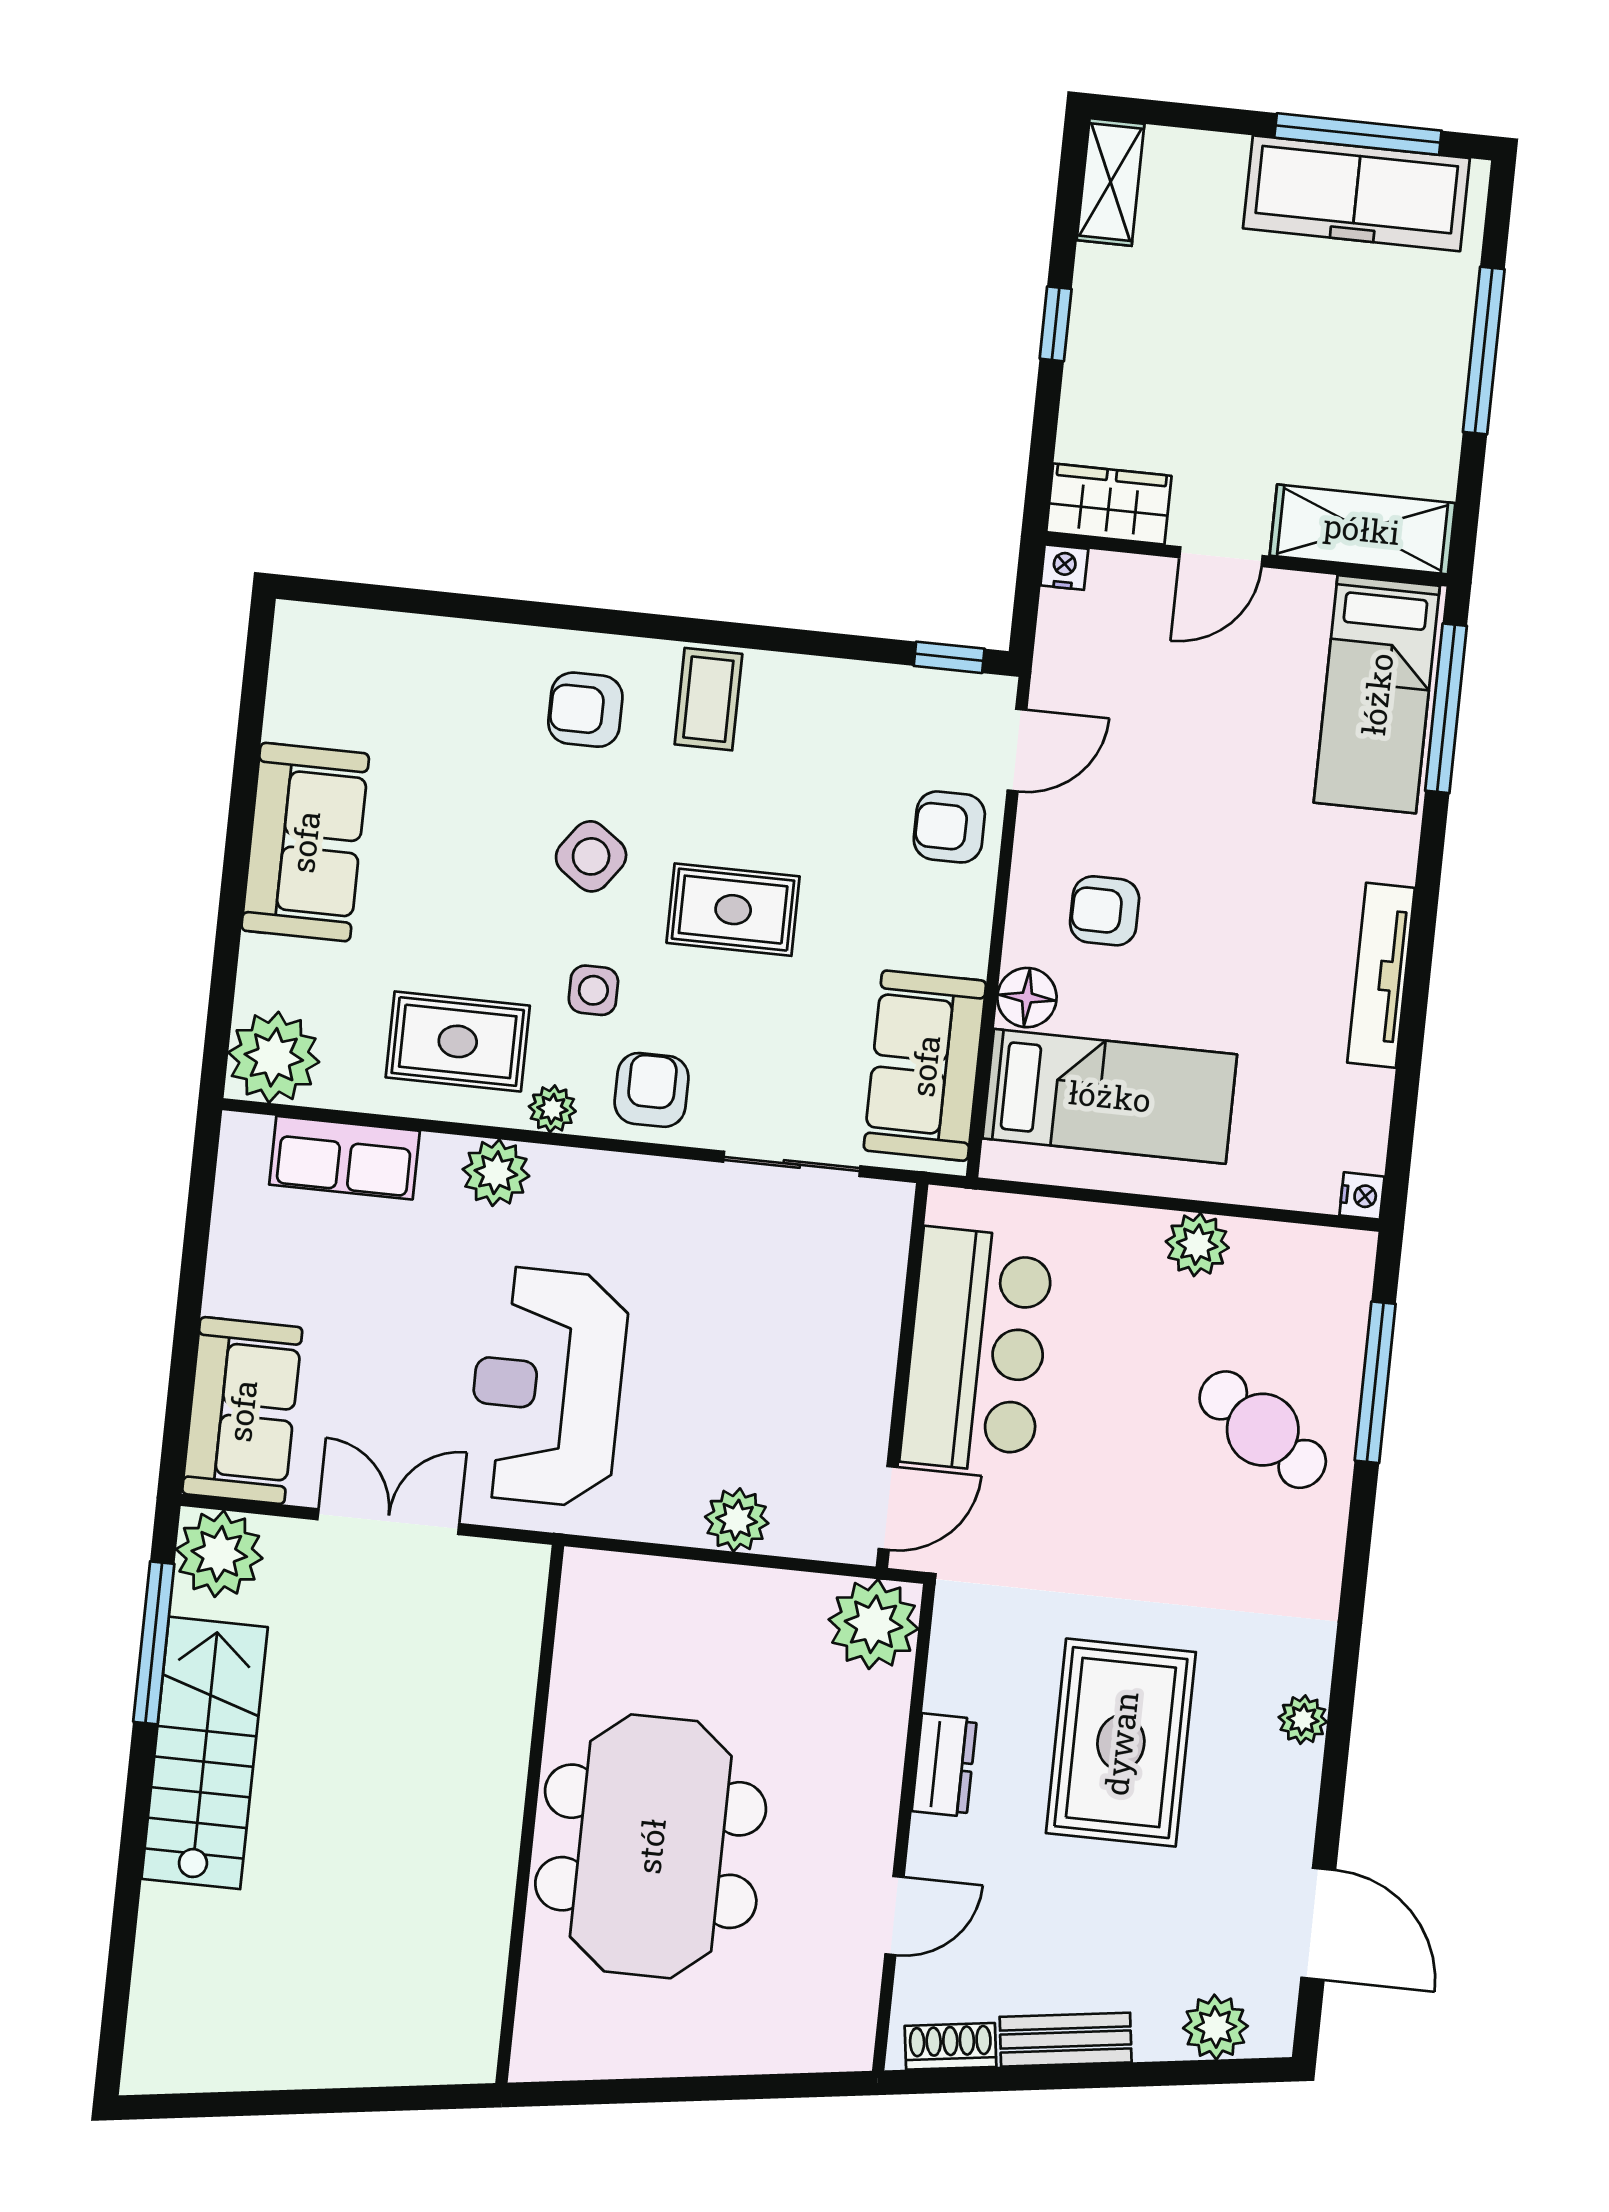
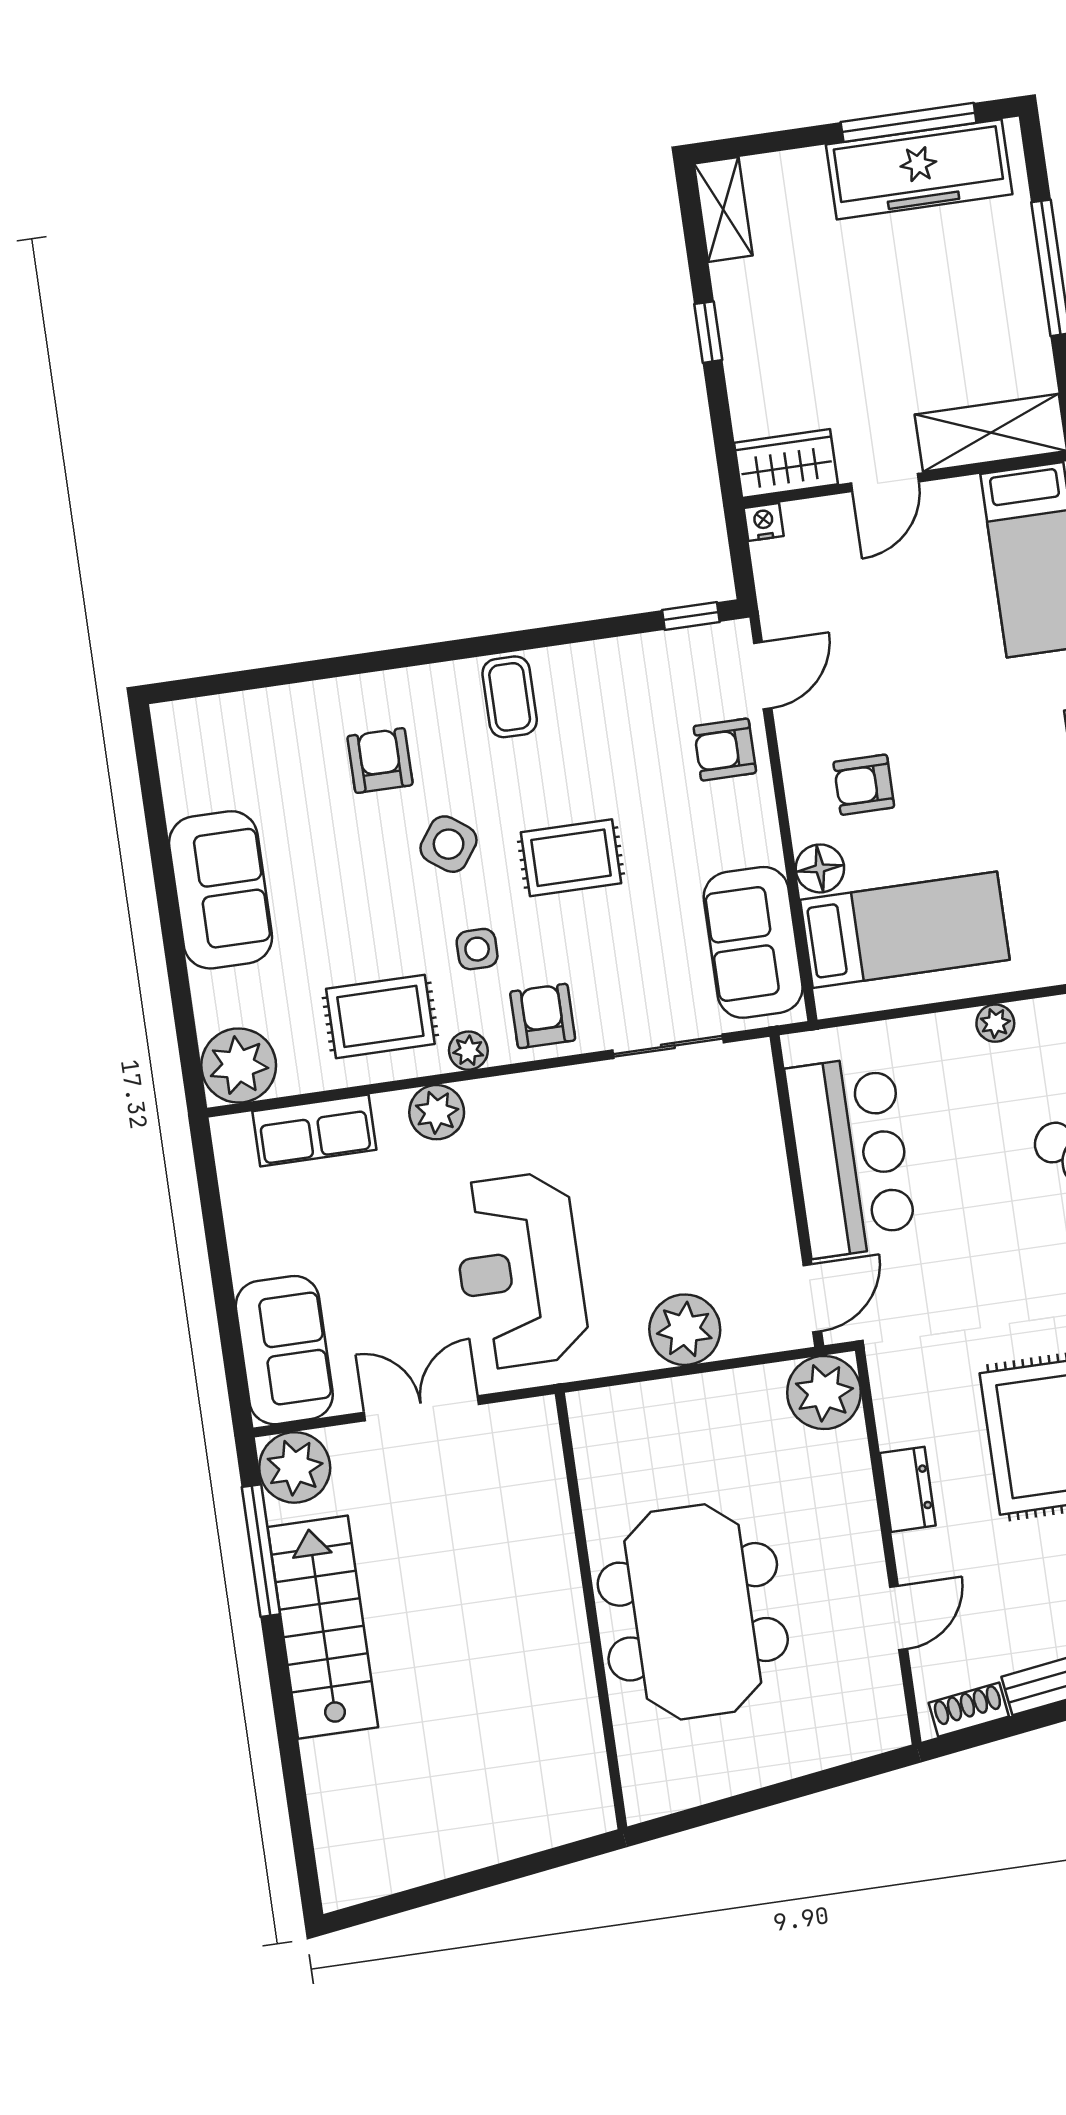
armchair: (585, 710) -> (380, 761), moved, turned 90
plant: (1197, 1245) -> (995, 1023), width x0.73, depth x0.73
plant: (737, 1520) -> (685, 1330), width x1.36, depth x1.36

